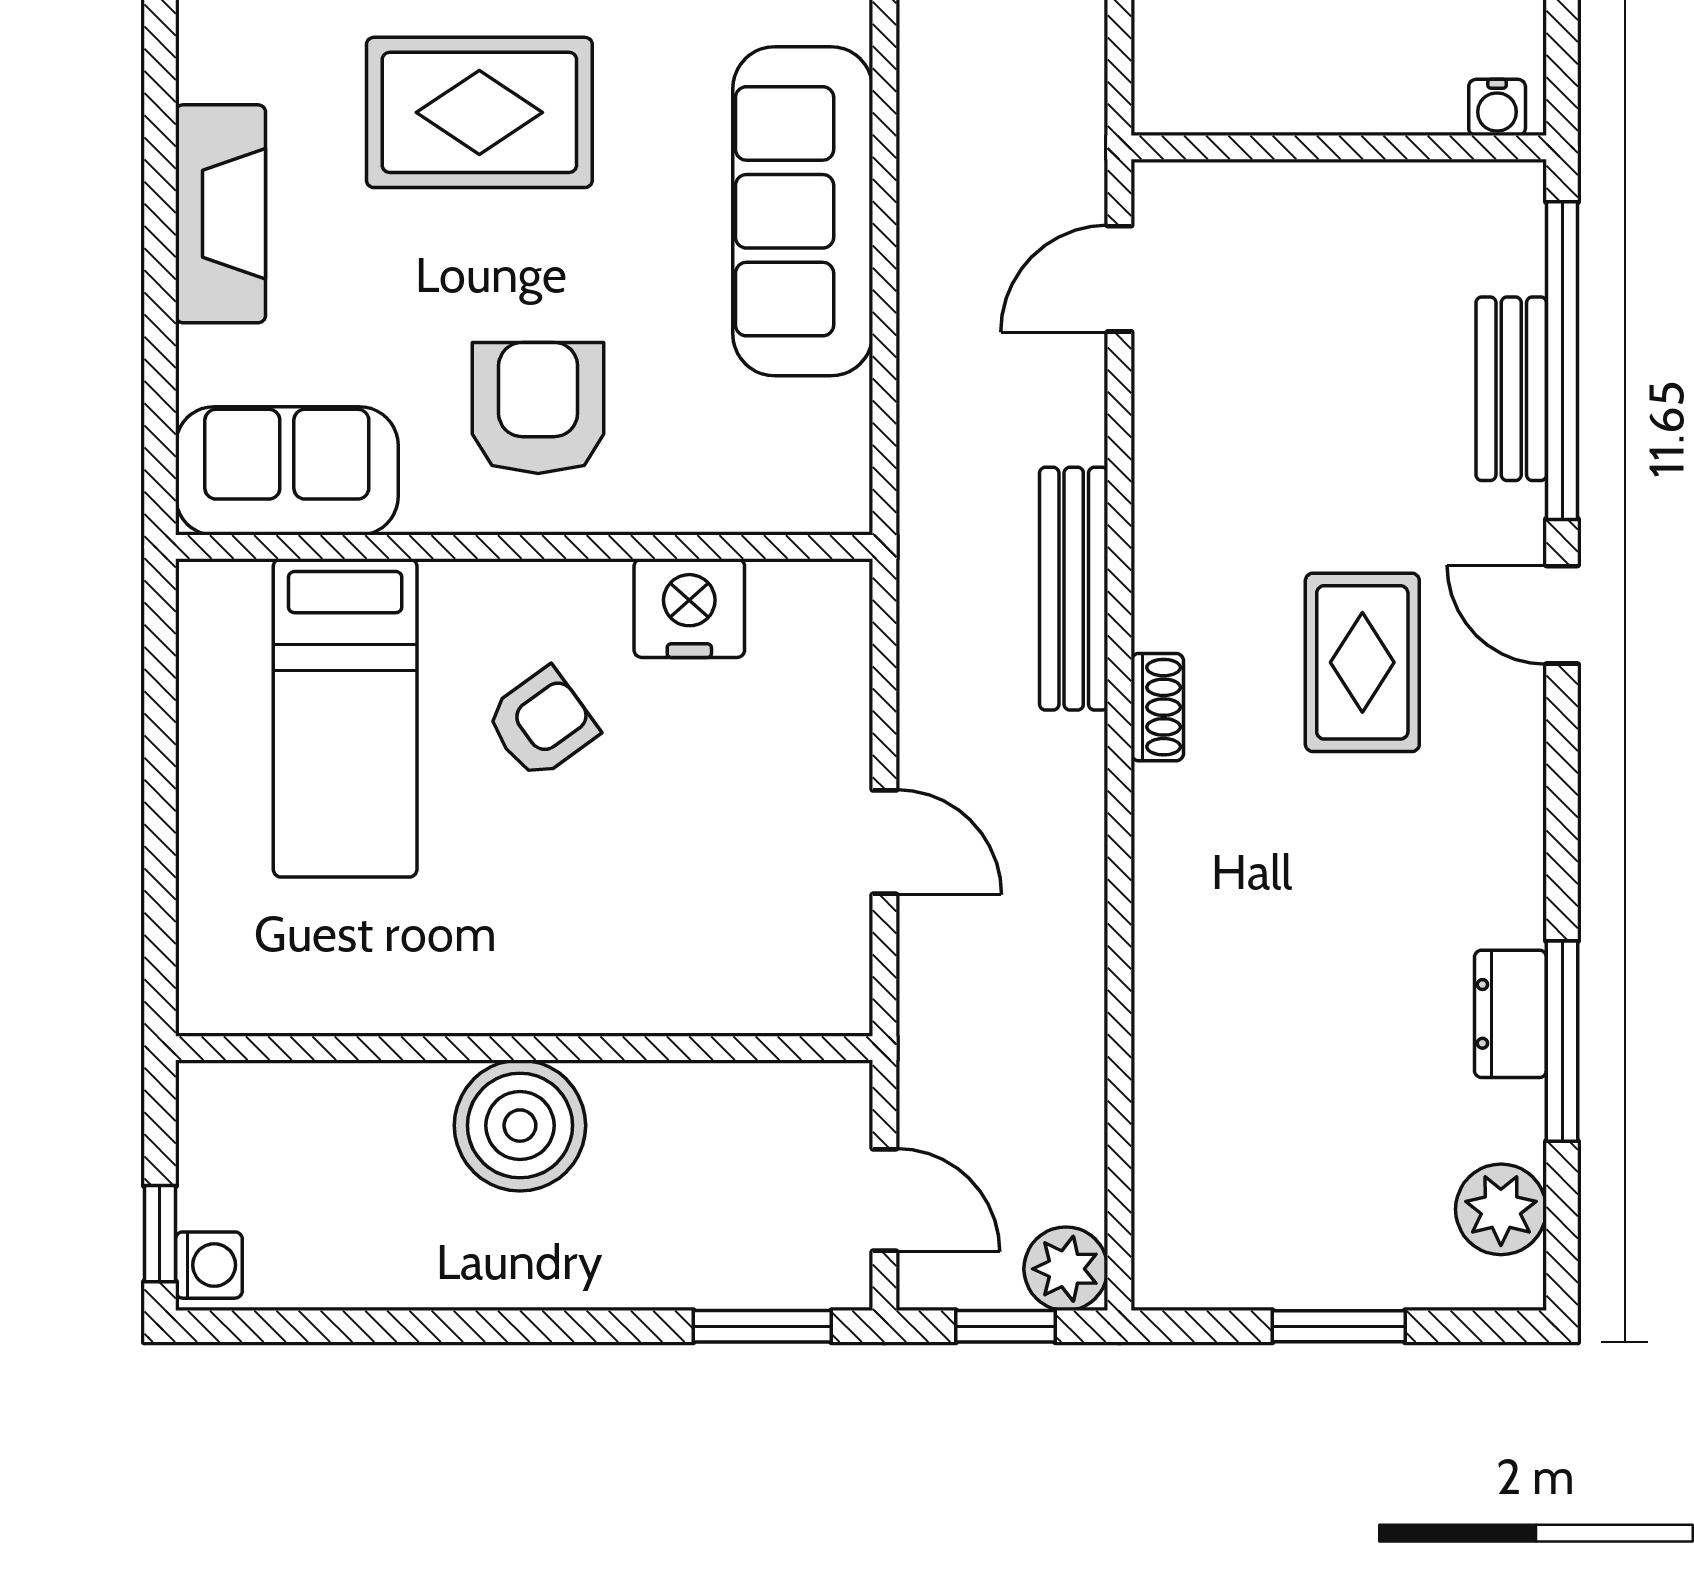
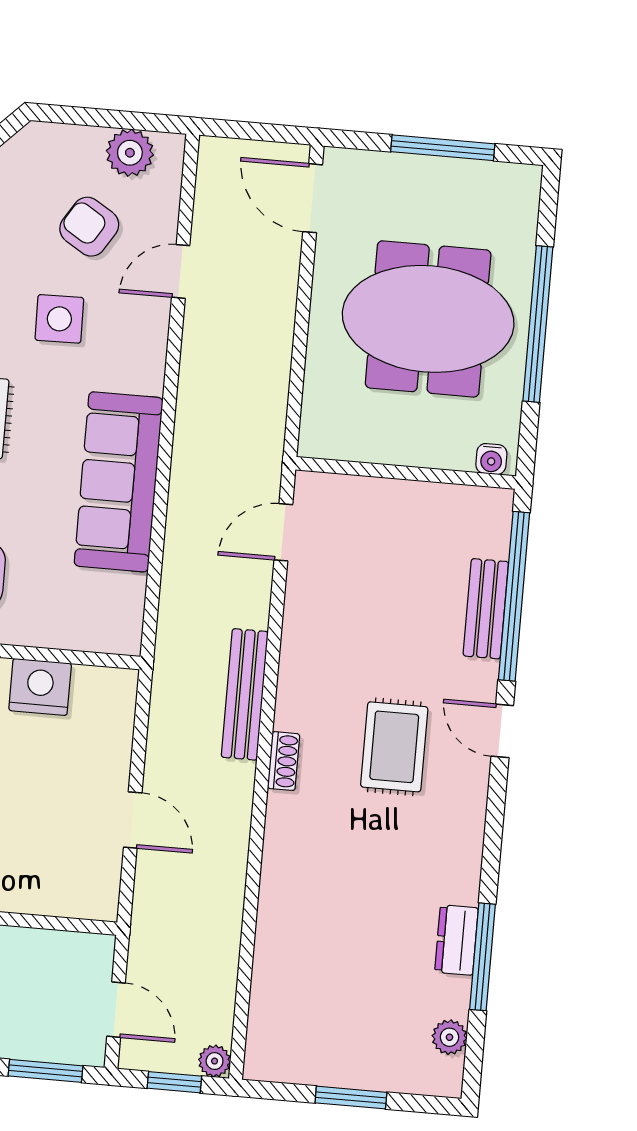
plant: (1501, 1209) -> (449, 1037), width x0.73, depth x0.73
plant: (1066, 1269) -> (215, 1061), width x0.73, depth x0.73

